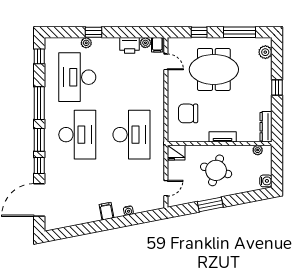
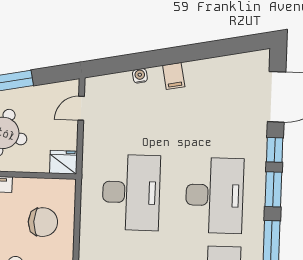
desk: (77, 135) -> (215, 195), turned 180
desk: (131, 135) -> (131, 192), turned 180

